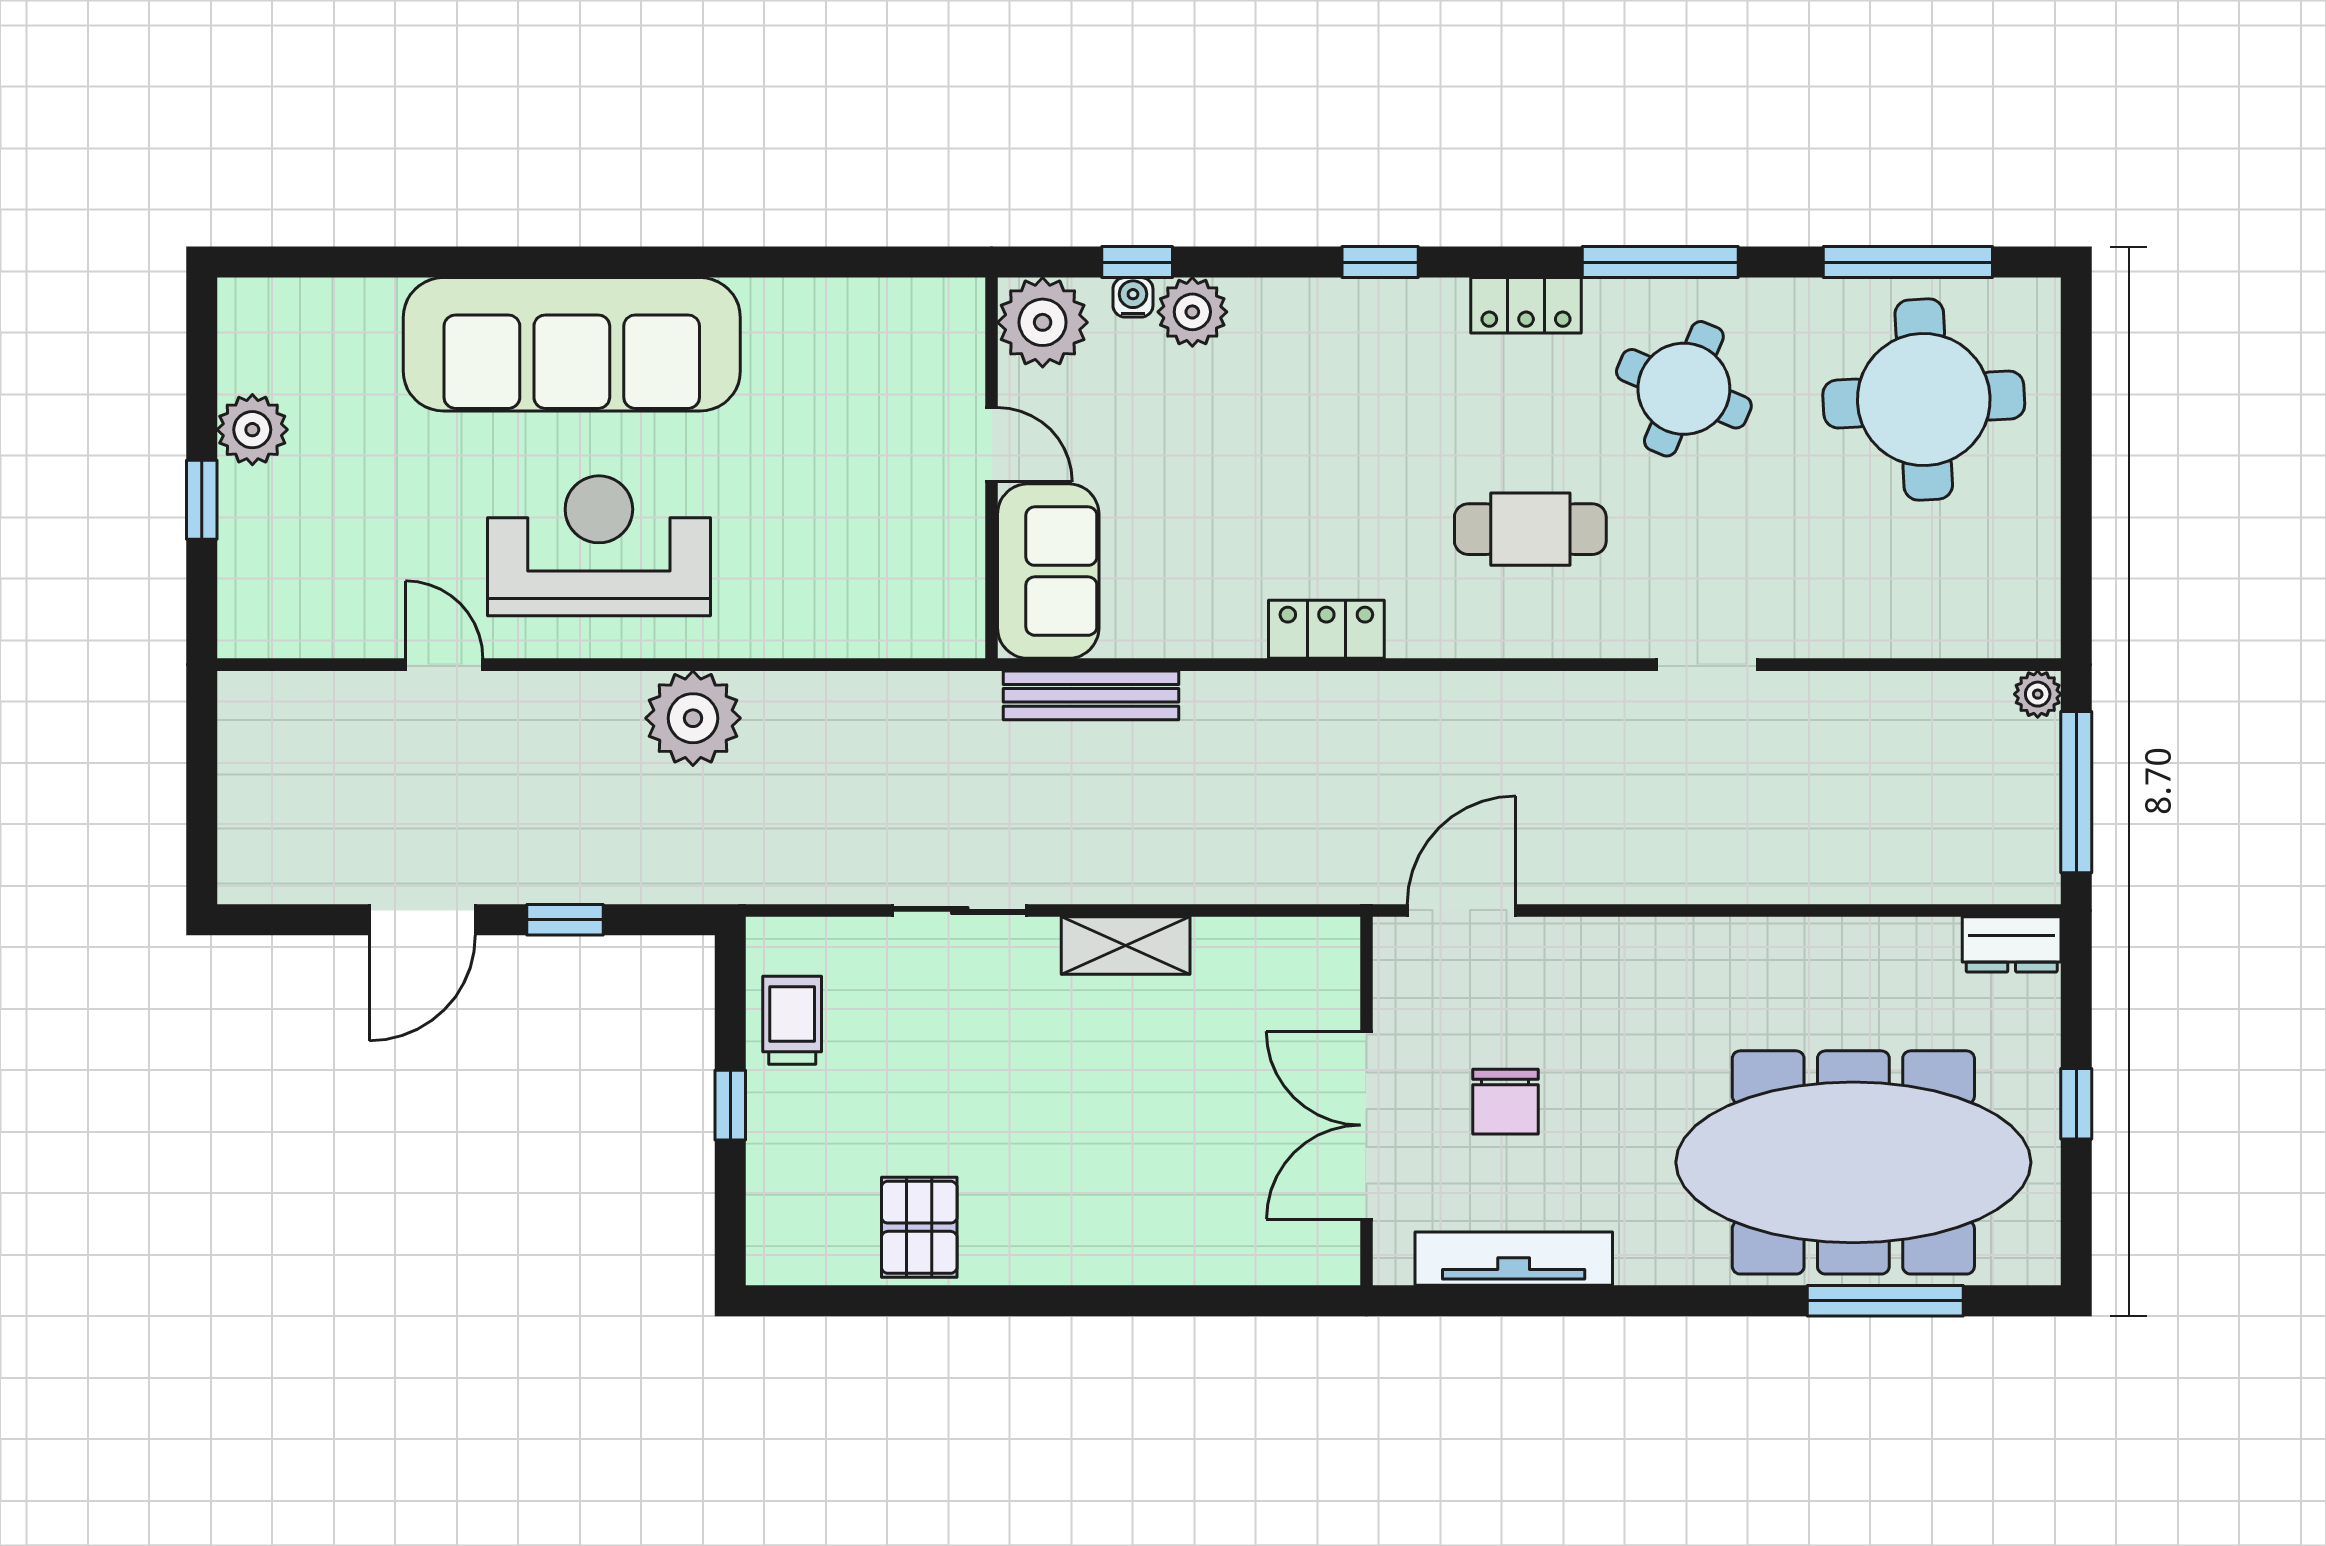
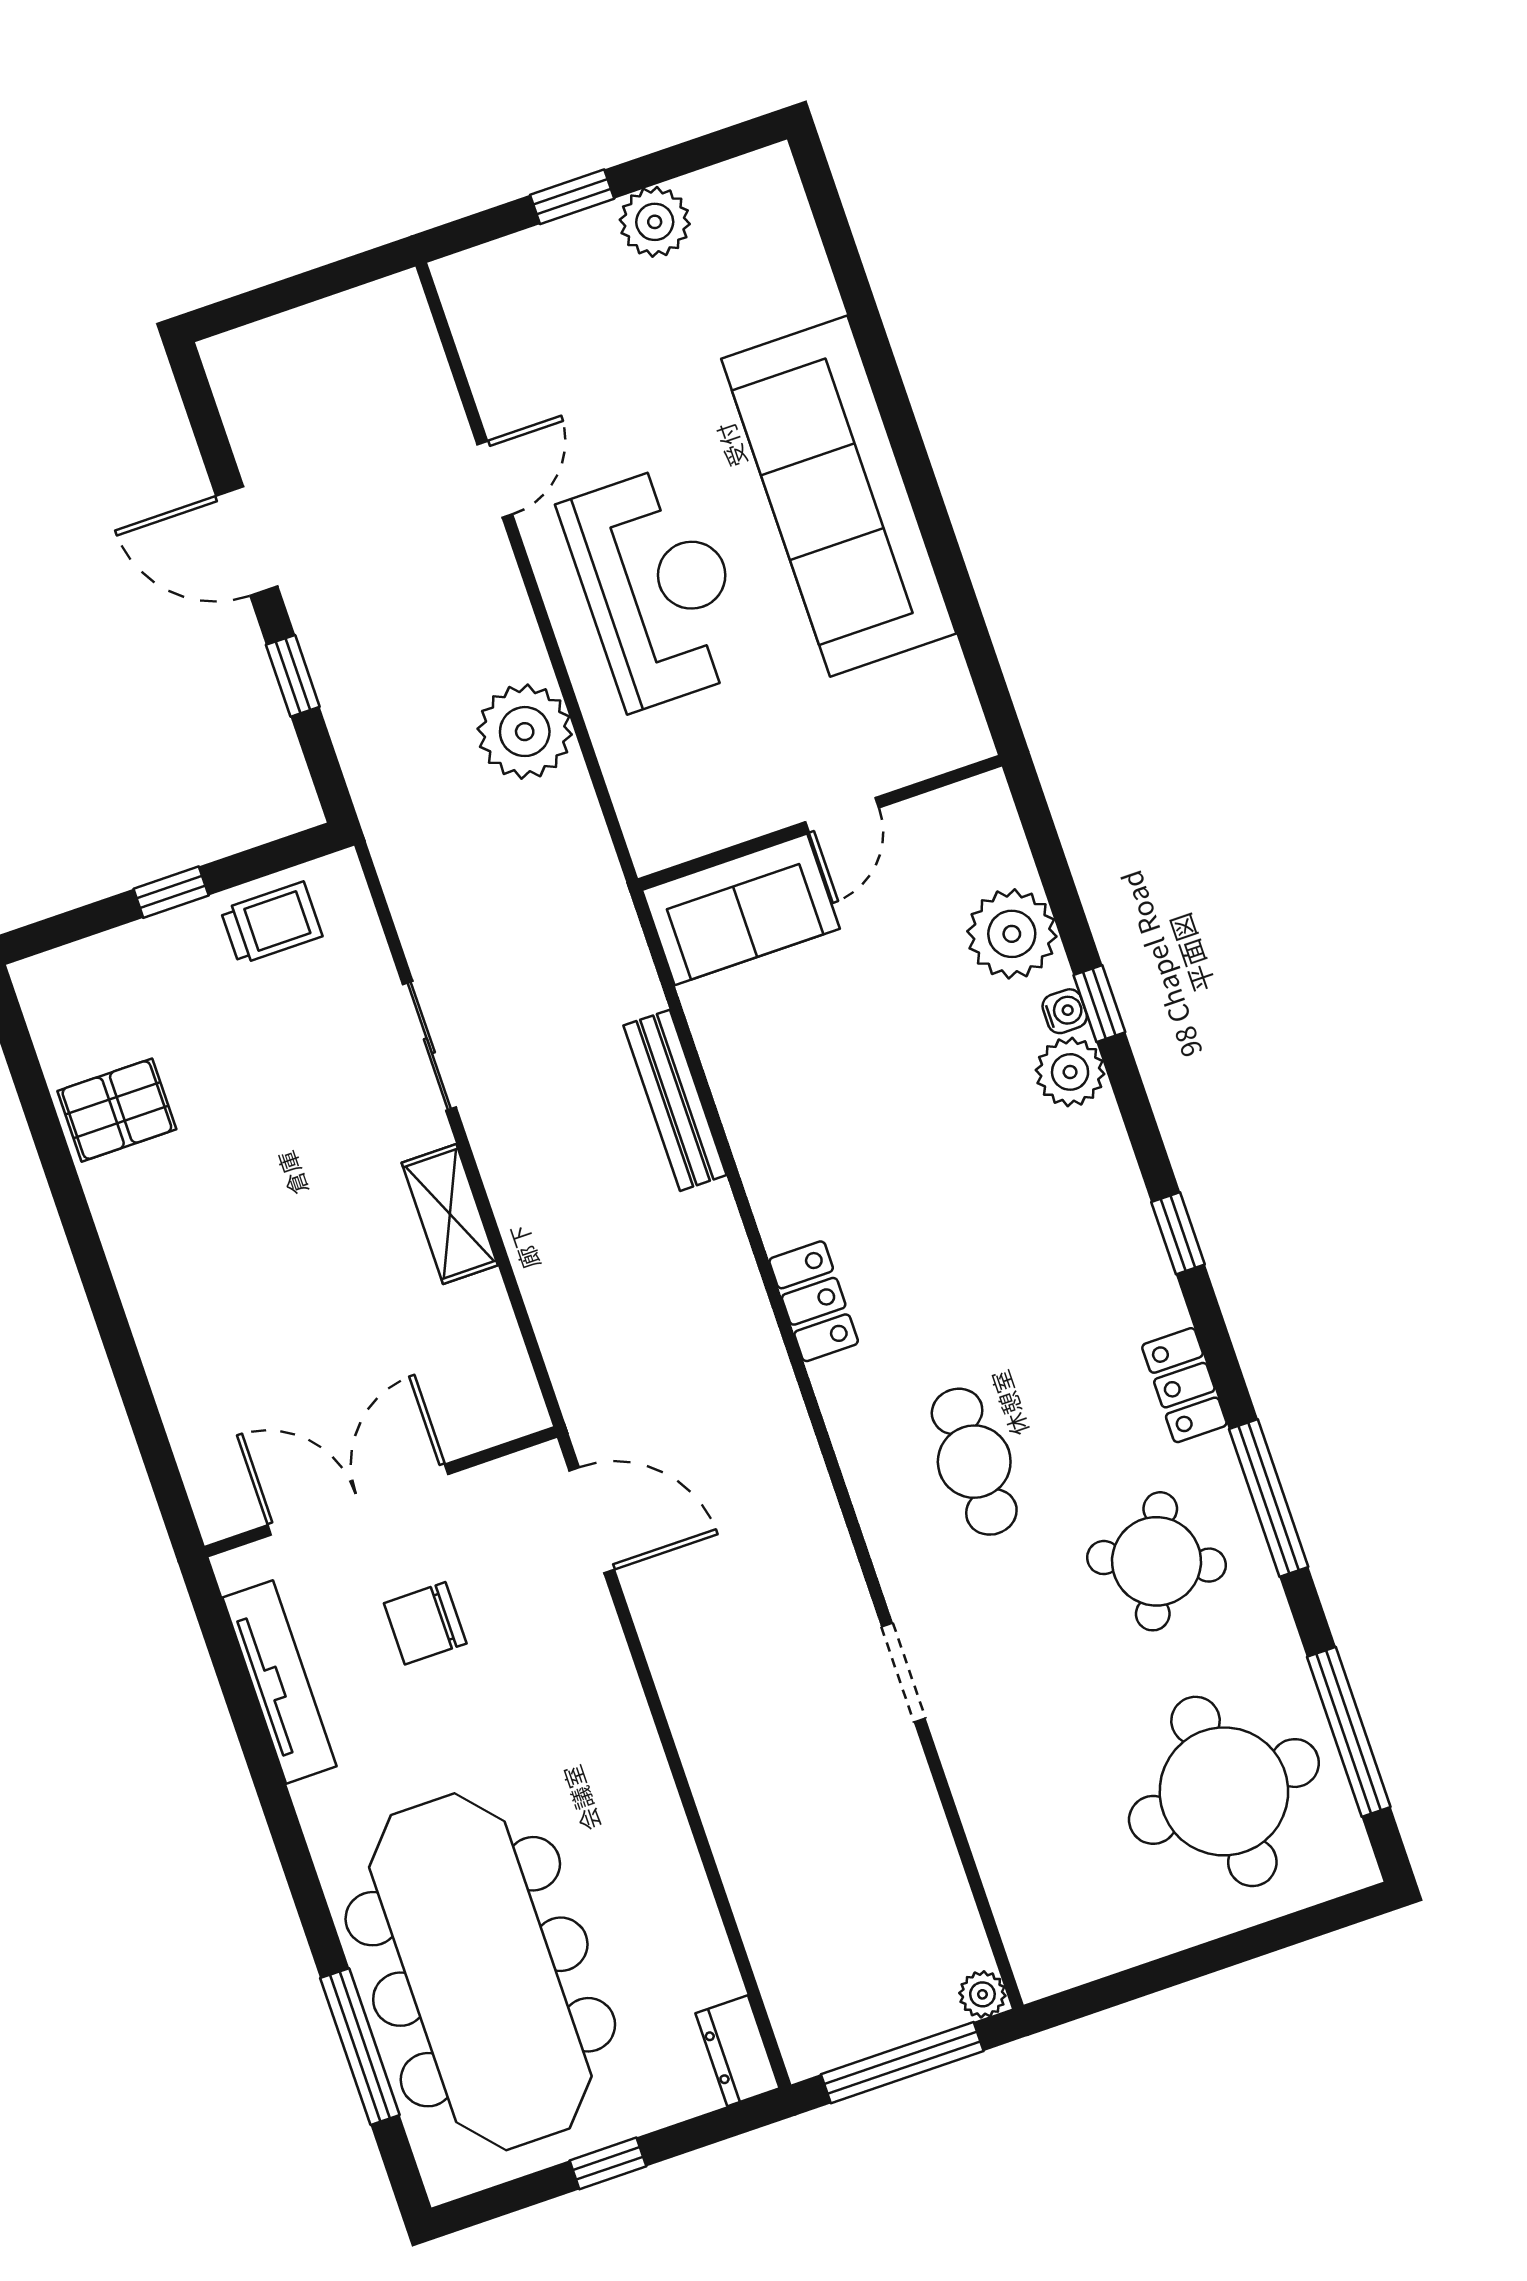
door: (992, 445) -> (842, 815), moved
wall: (992, 468) -> (820, 822), moved
sofa: (1048, 571) -> (741, 909), moved

